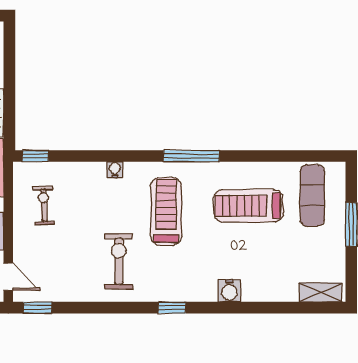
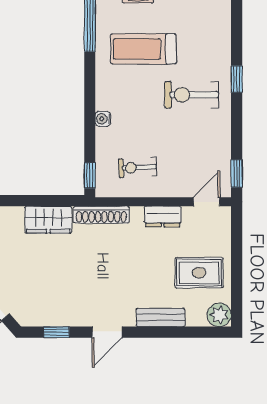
water cooler: (115, 170) -> (103, 119), moved
window: (172, 308) -> (237, 79), moved

